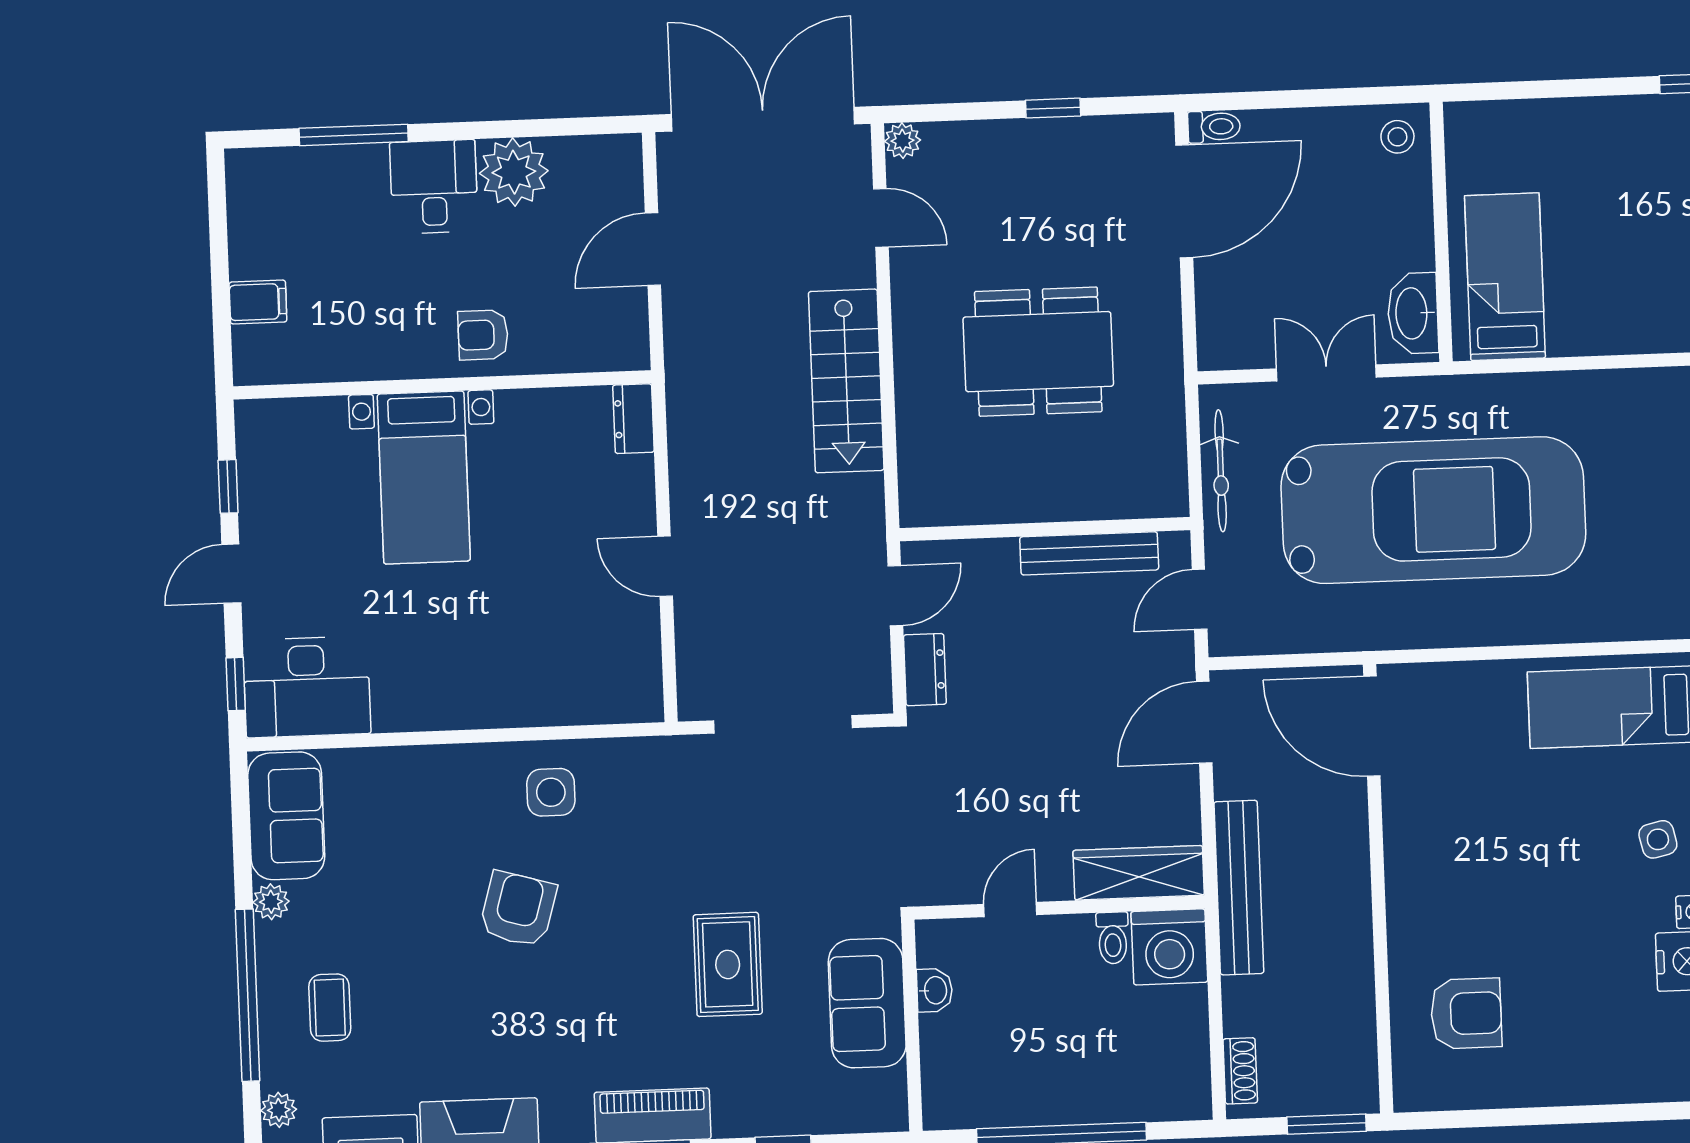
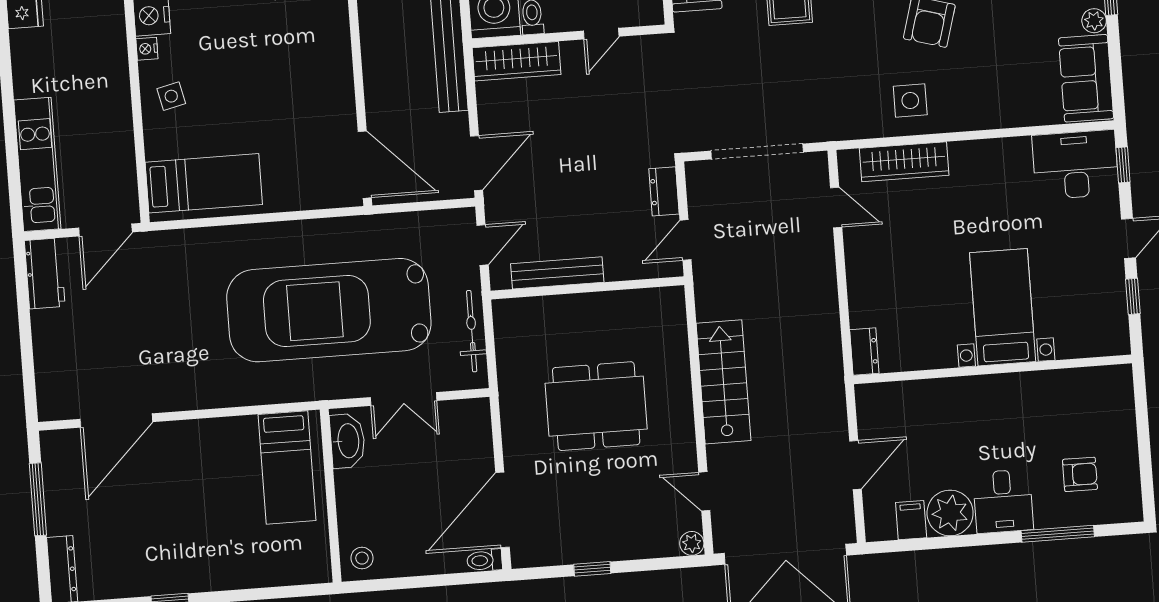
filing cabinet: (258, 302) -> (911, 520), moved, turned 90
armchair: (483, 335) -> (1080, 474), moved
door: (665, 566) -> (836, 208), moved
wardrobe: (563, 701) -> (904, 162), added

